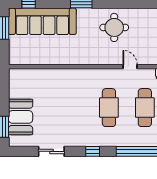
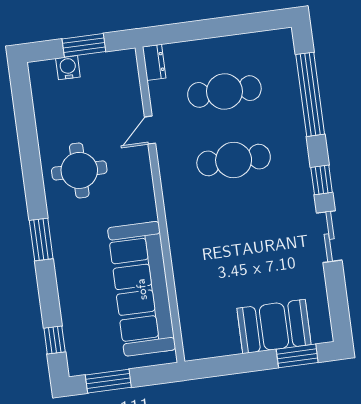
sofa: (42, 21) -> (142, 289), moved, turned 180
sliding door: (51, 151) -> (329, 237), moved

